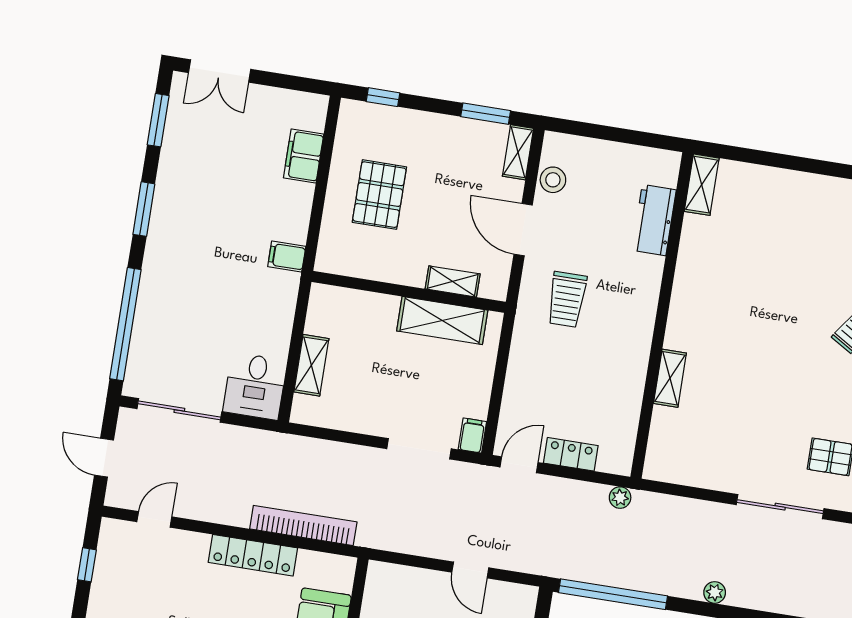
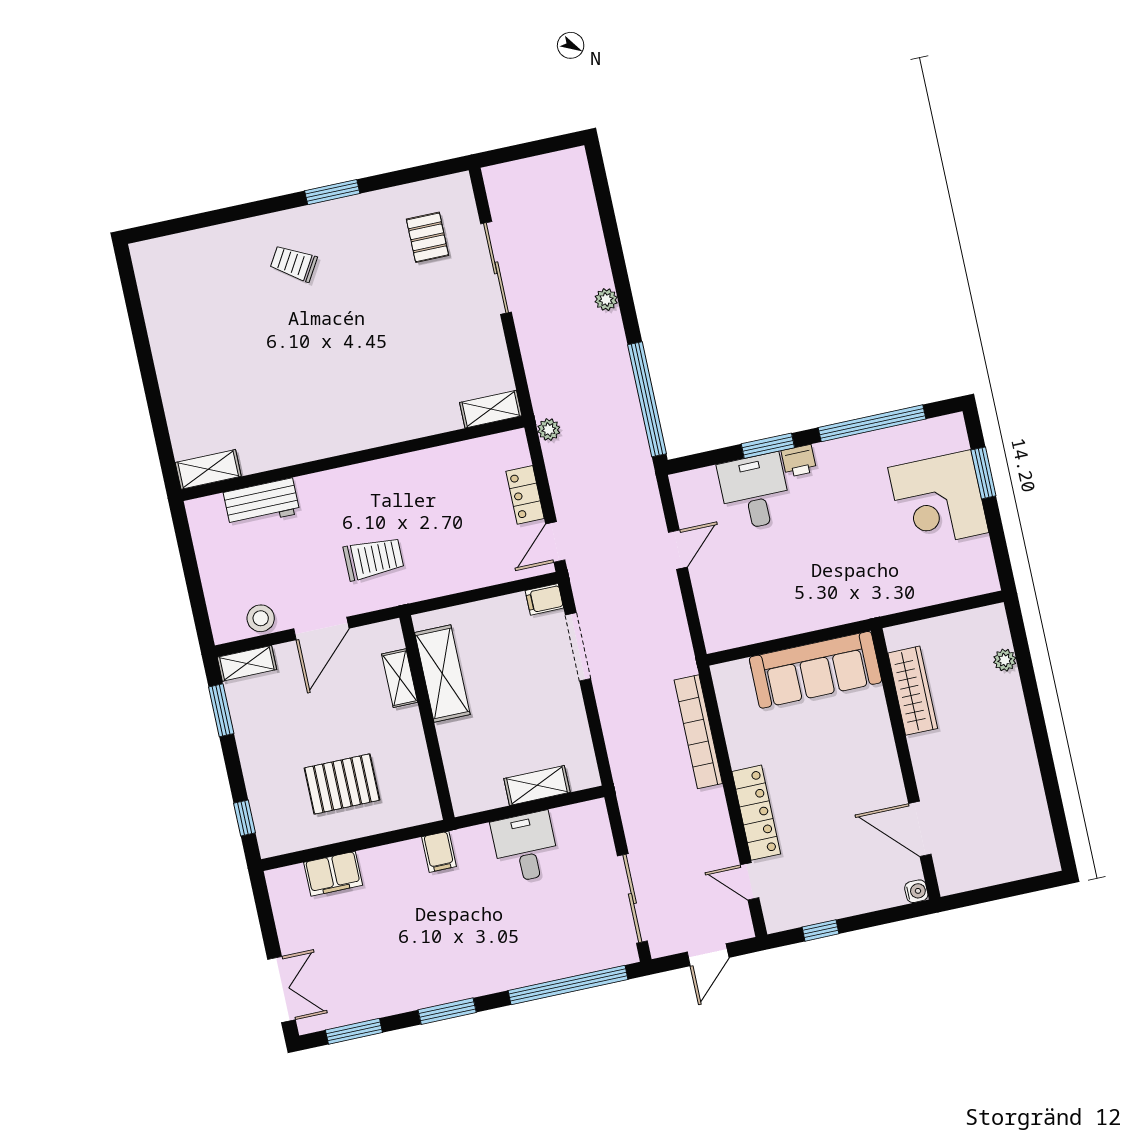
shelving: (670, 378) -> (491, 409), moved
desk: (255, 386) -> (525, 847), moved, turned -90
door: (519, 465) -> (555, 542), hinge flipped
locker: (253, 555) -> (756, 813), moved

